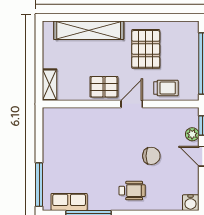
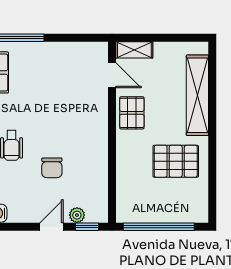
trolley: (166, 88) -> (130, 185), removed
door: (132, 104) -> (112, 75), moved

